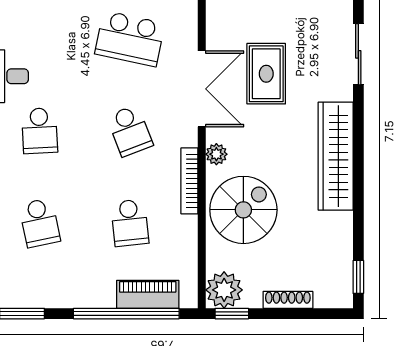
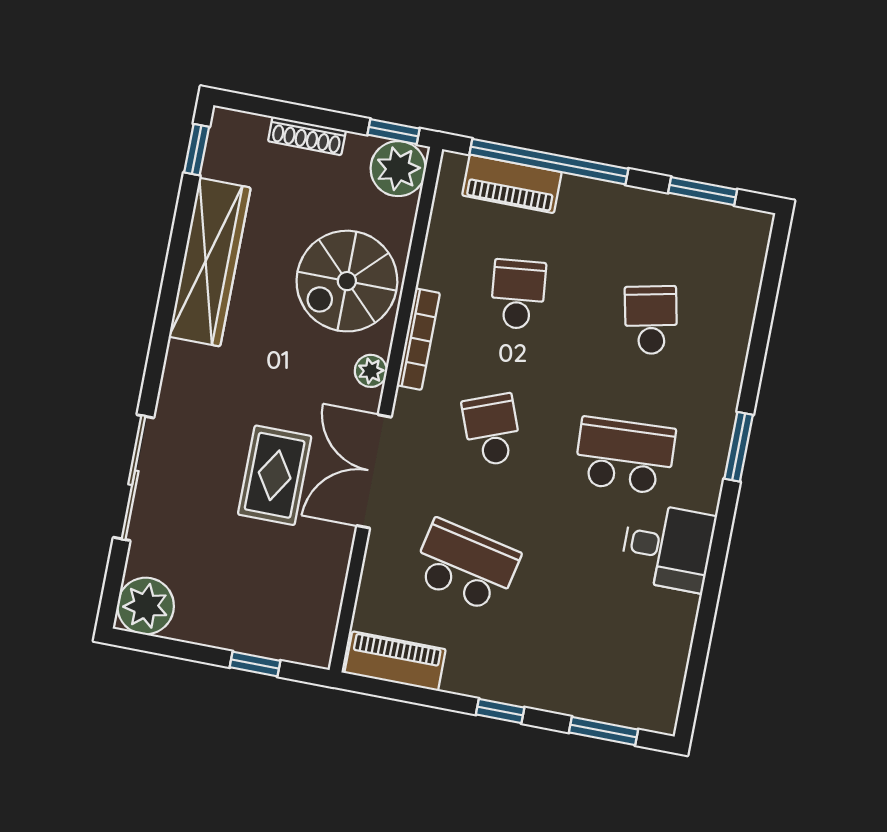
sliding door: (358, 54) -> (133, 478), width x1.37
school desk: (40, 131) -> (625, 456), width x1.85
wardrobe: (336, 156) -> (210, 262), moved

